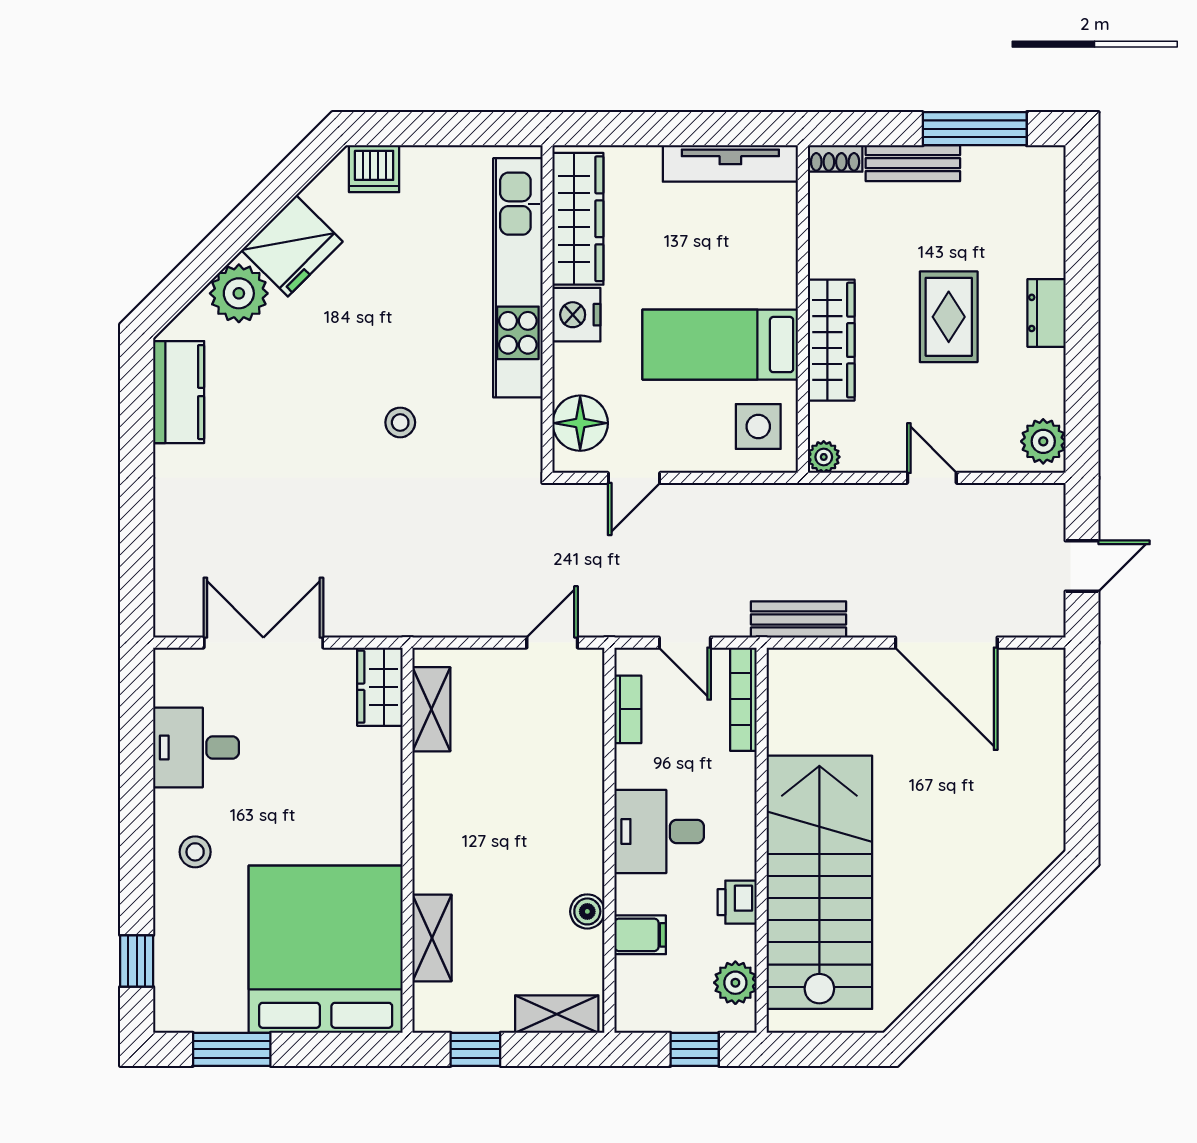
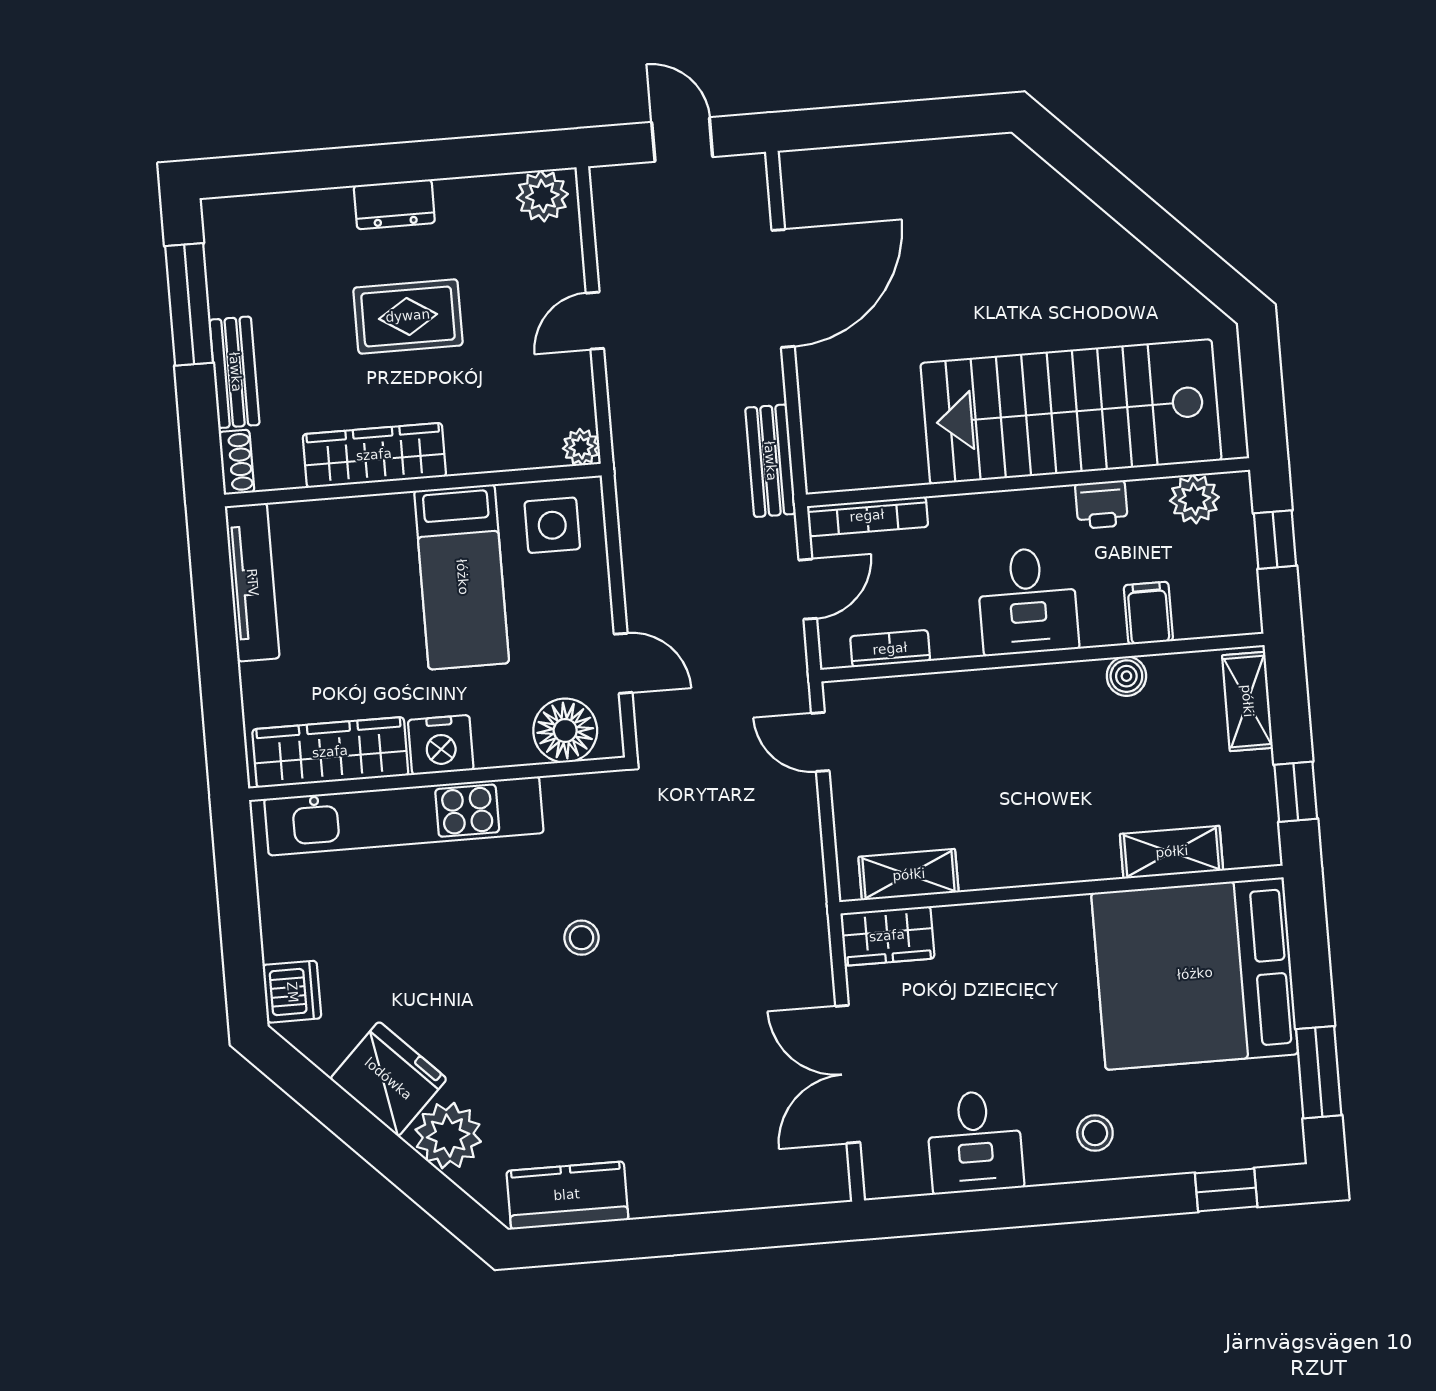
wardrobe: (831, 340) -> (374, 455), moved

